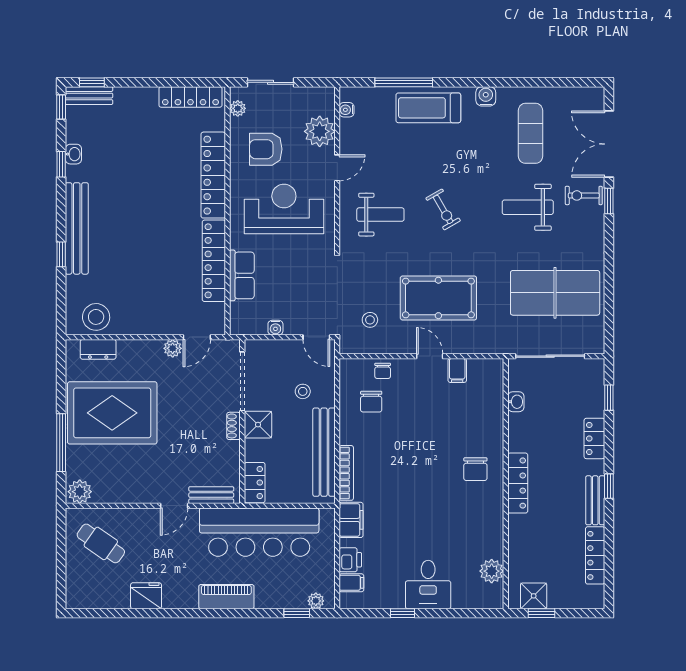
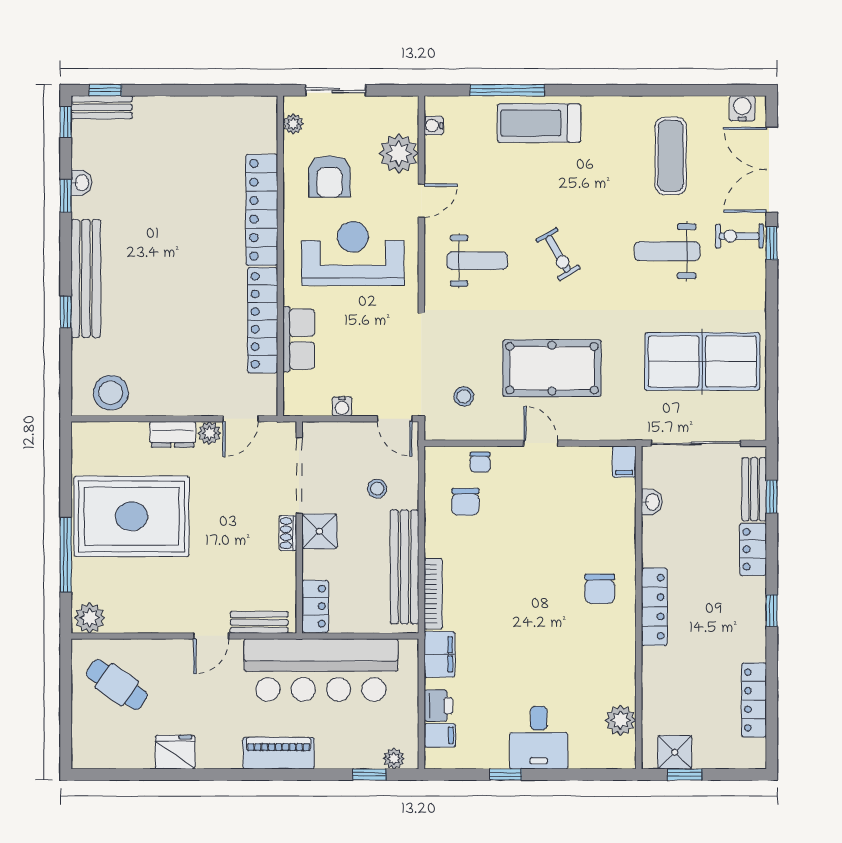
water cooler: (486, 96) -> (742, 108), moved
locker: (190, 97) -> (232, 109), removed
armchair: (266, 149) -> (329, 176), turned -90
dresser: (98, 349) -> (173, 434), moved
filing cabinet: (457, 370) -> (624, 462), moved
bench: (595, 500) -> (754, 489), moved

